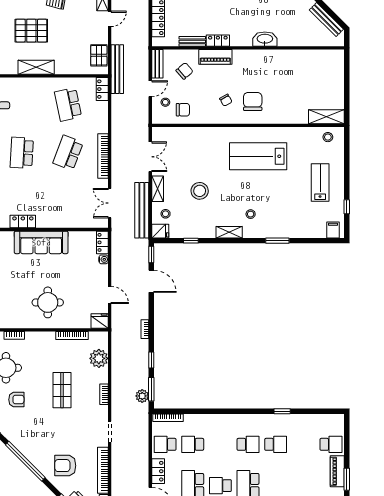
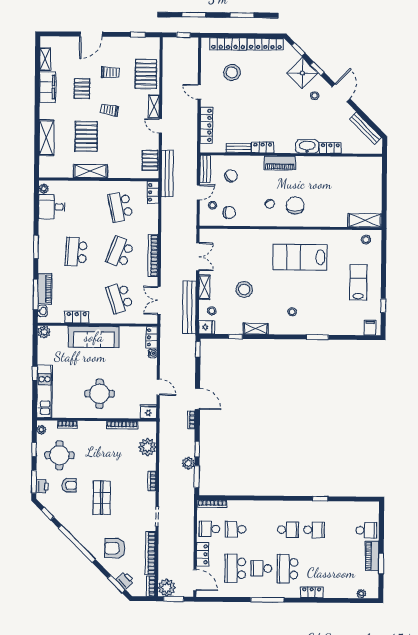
door: (110, 19) -> (160, 126), swing flipped
pallet: (31, 31) -> (86, 136), turned 90
locker: (289, 41) -> (330, 148), added
piano: (215, 57) -> (280, 163), moved
school desk: (68, 201) -> (120, 298), added
shelving: (229, 232) -> (256, 329), moved
door: (151, 281) -> (197, 399), moved
shop shelf: (62, 390) -> (102, 498), moved
plant: (142, 396) -> (188, 463), moved

